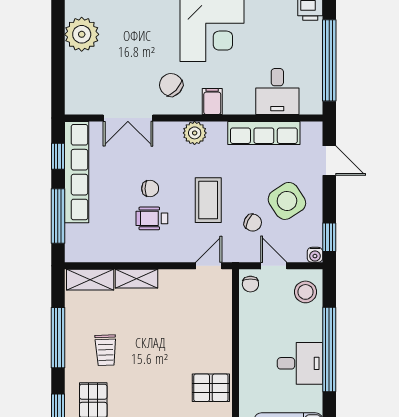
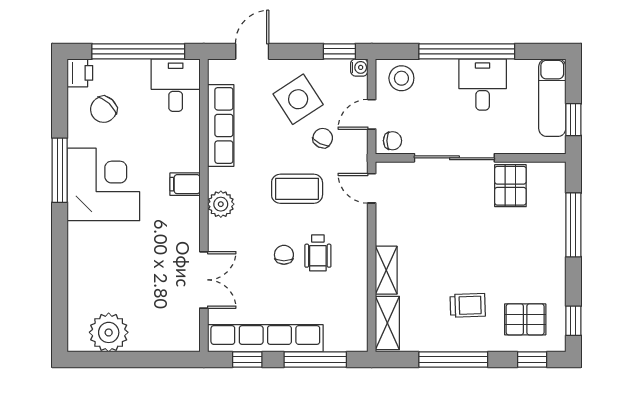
chair: (171, 85) -> (104, 109), moved
desk: (277, 92) -> (176, 85), moved, turned -90
sliding door: (235, 339) -> (454, 158), added

